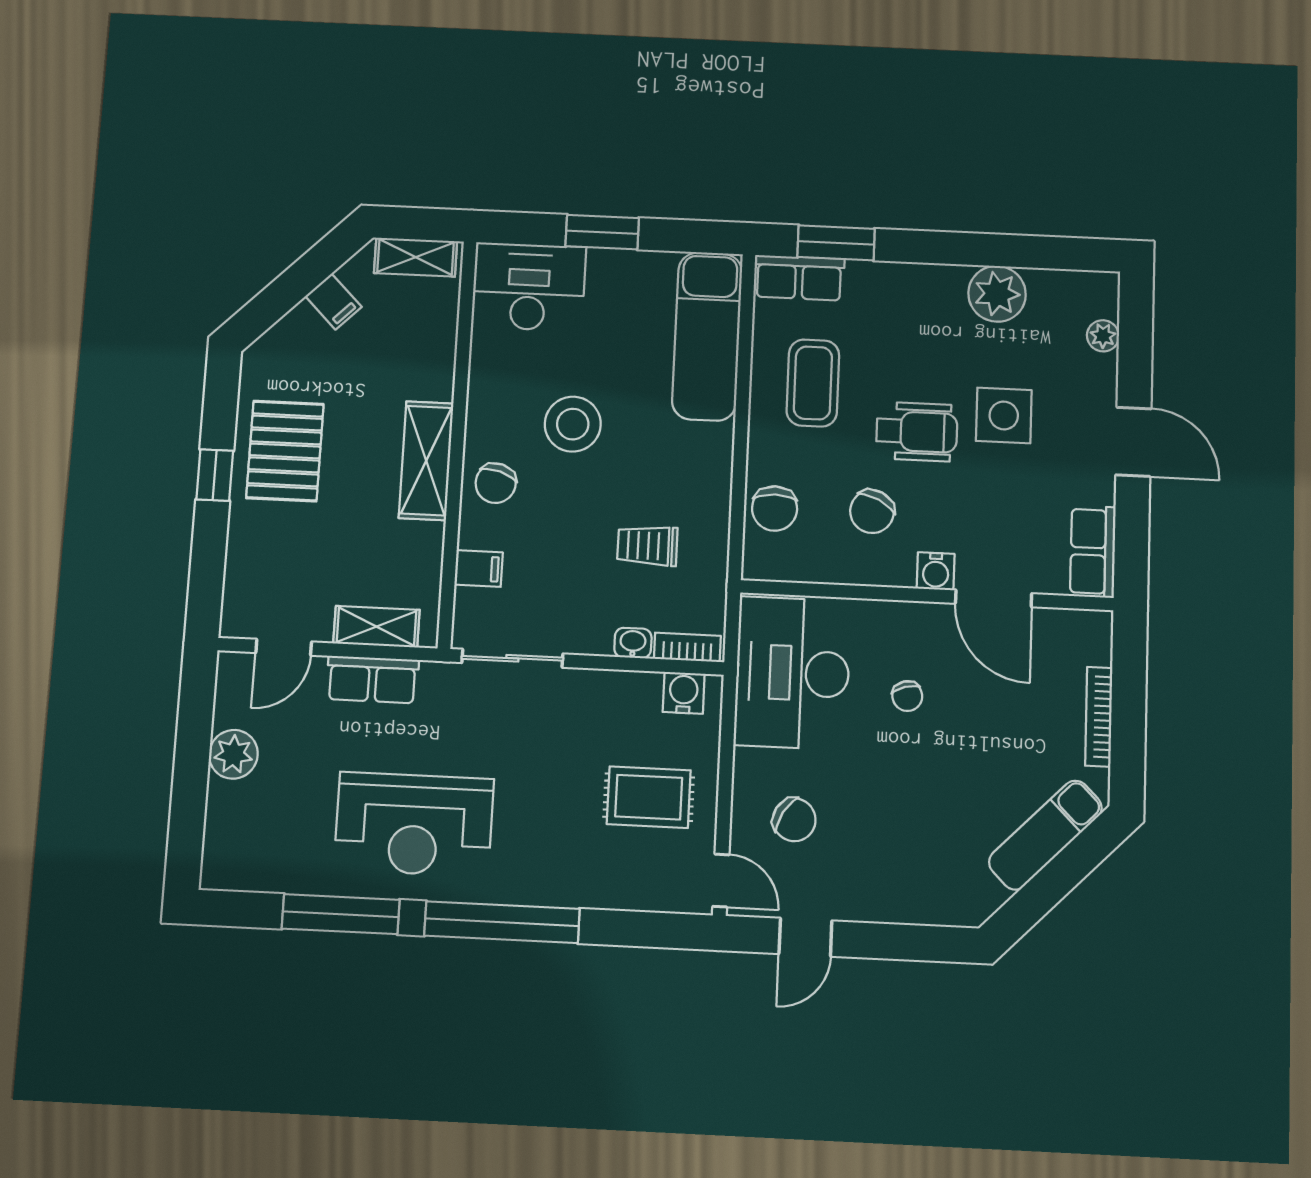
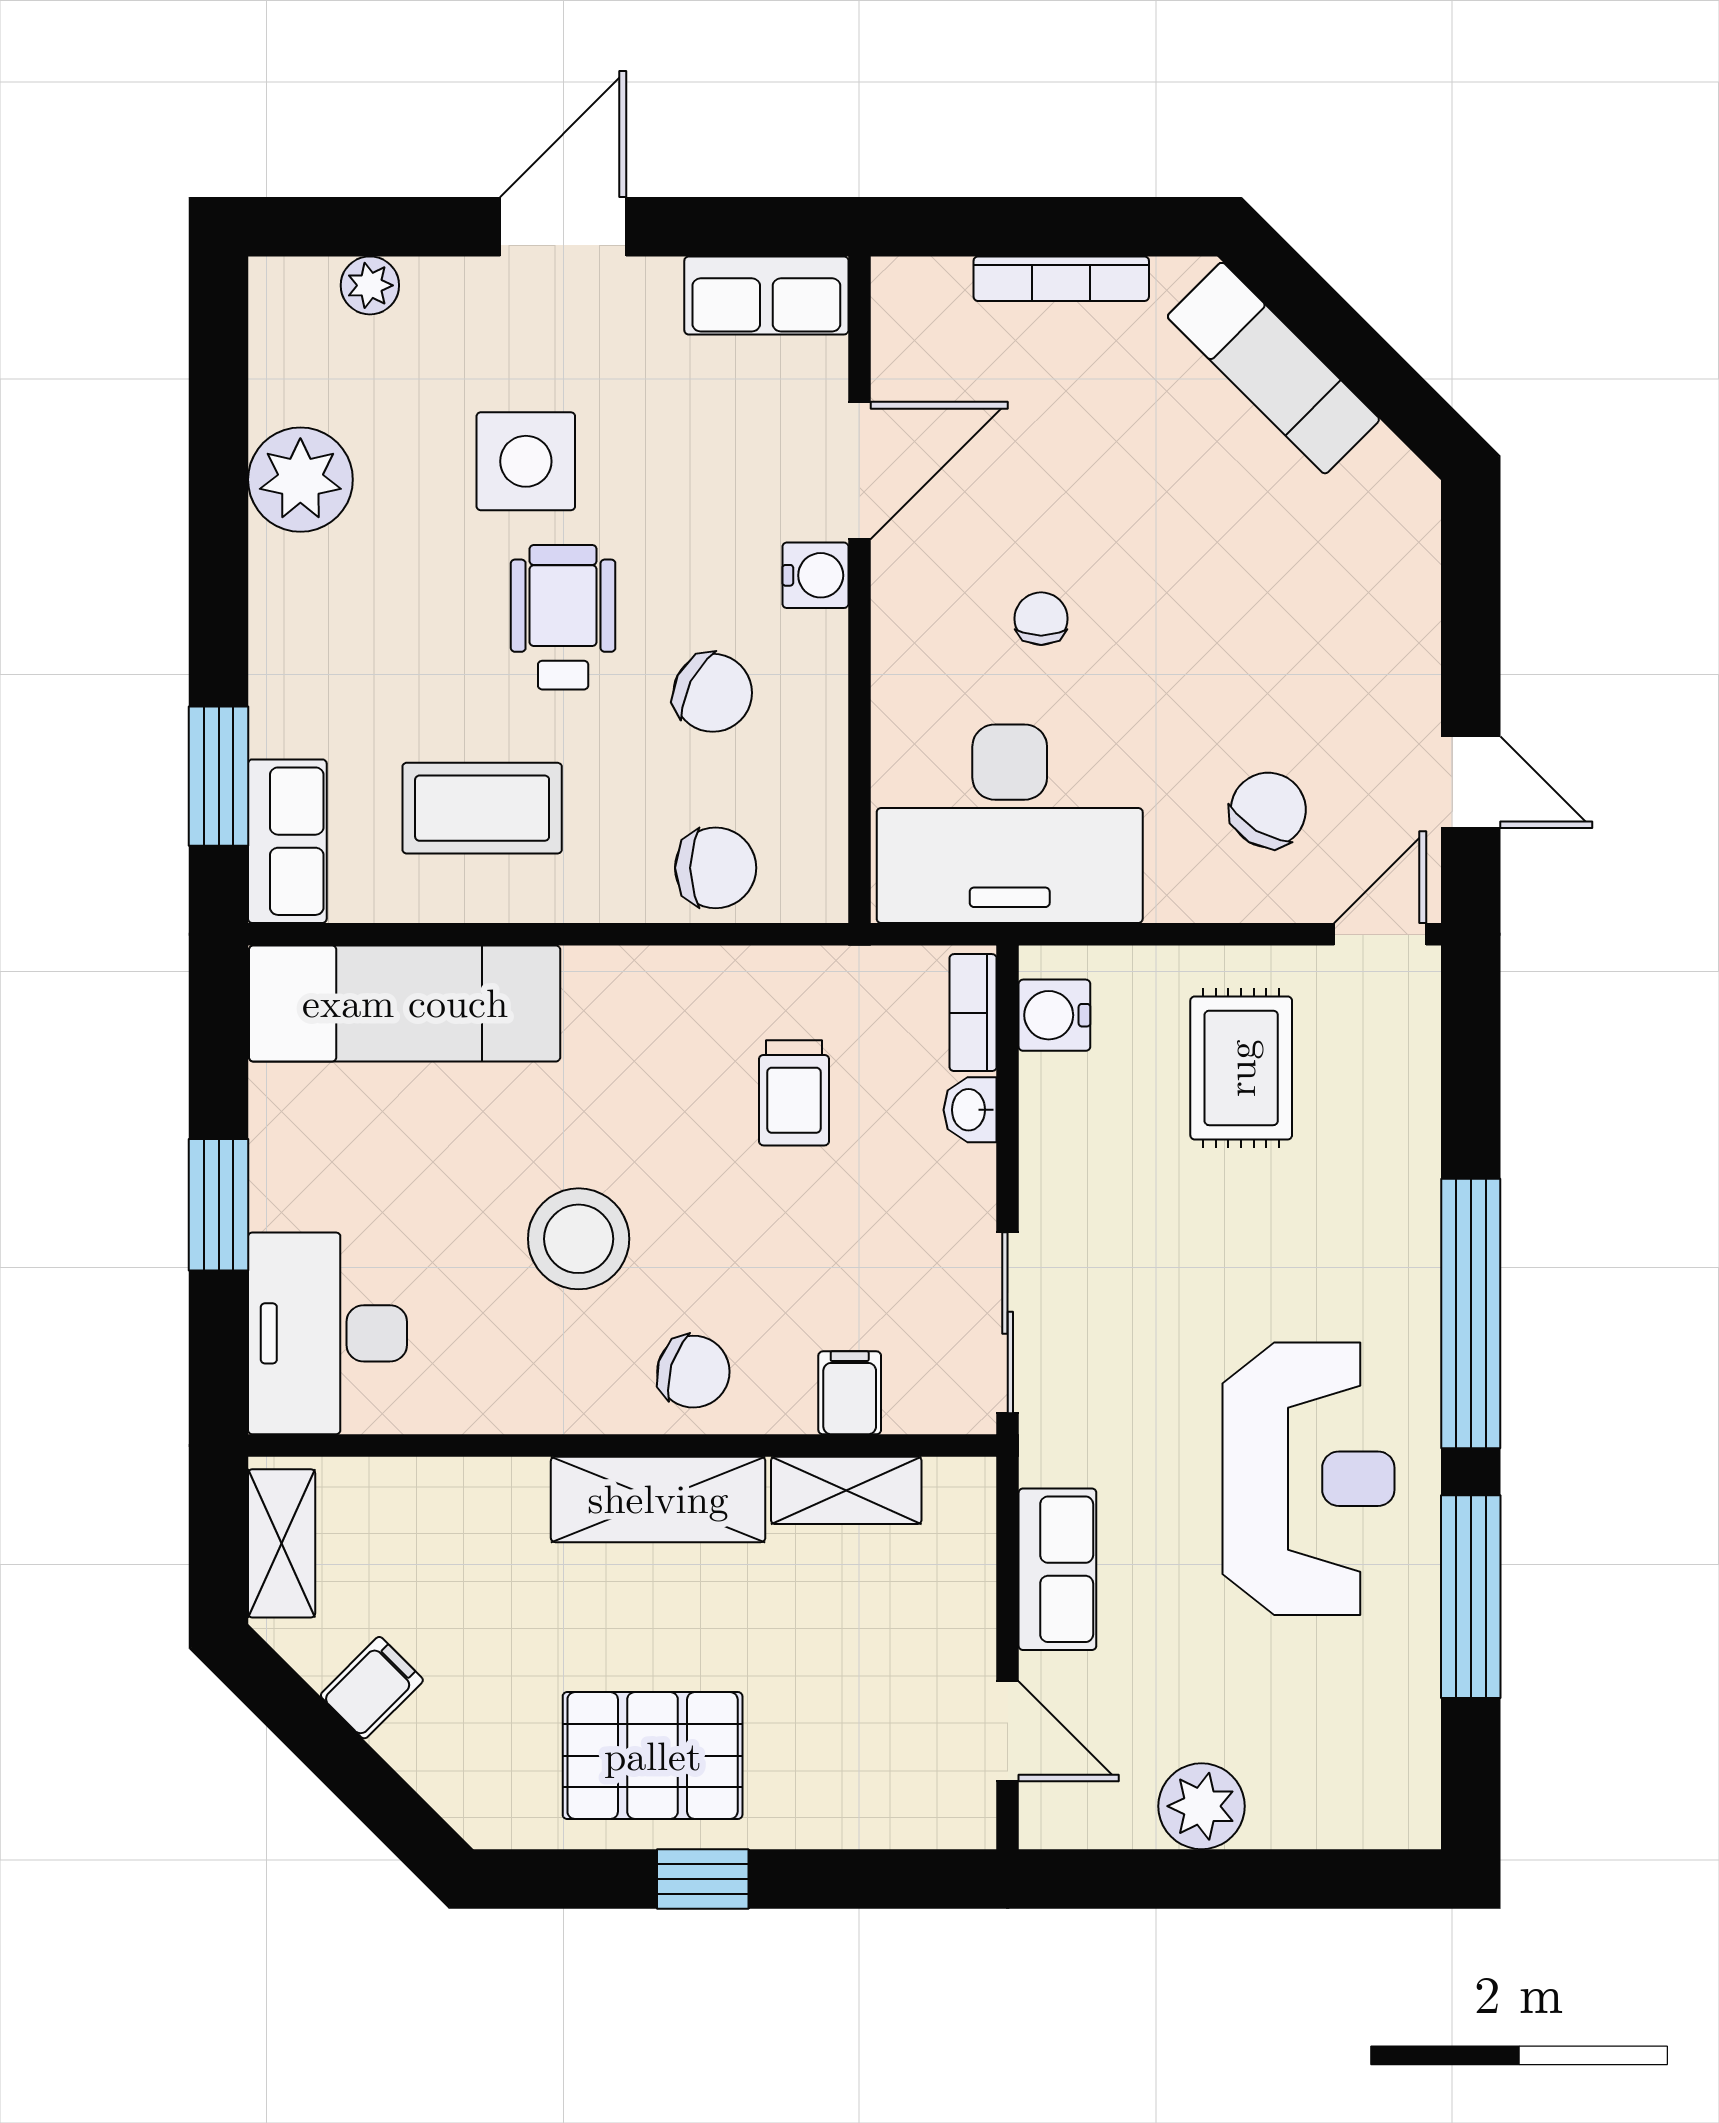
shelving: (377, 627) -> (846, 1490), moved, turned 90
chair: (907, 696) -> (1041, 619), turned -74

